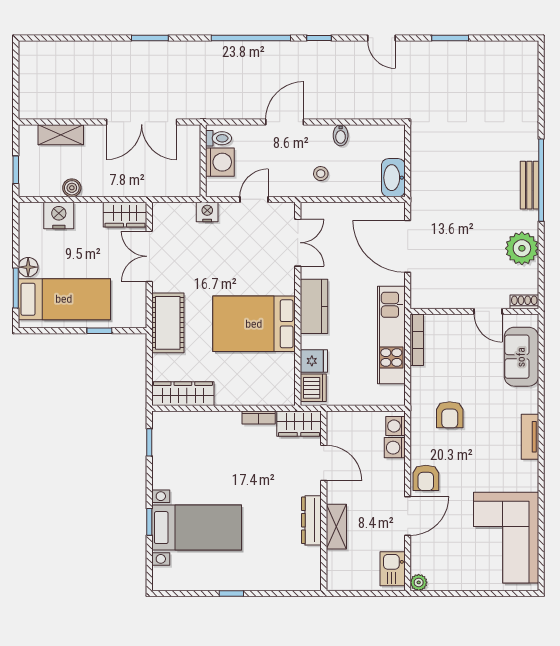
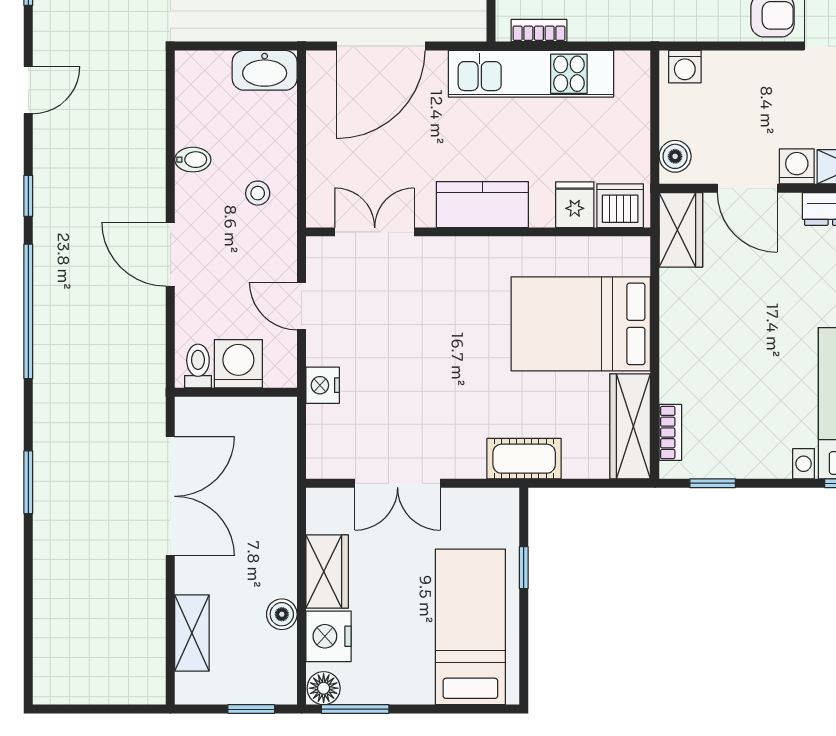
wardrobe: (125, 215) -> (327, 571), moved
floor lamp: (28, 267) -> (324, 688), moved
window: (16, 288) -> (355, 709), moved
cot: (168, 323) -> (524, 459), width x0.73, depth x0.75
bed: (254, 324) -> (581, 324), moved, turned 90
bookcase: (417, 340) -> (539, 31), width x0.64
bookcase: (259, 417) -> (670, 432), moved
boiler: (342, 420) -> (675, 156), added
washing machine: (395, 448) -> (797, 166), moved, turned 180
door: (324, 463) -> (747, 188), swing flipped

